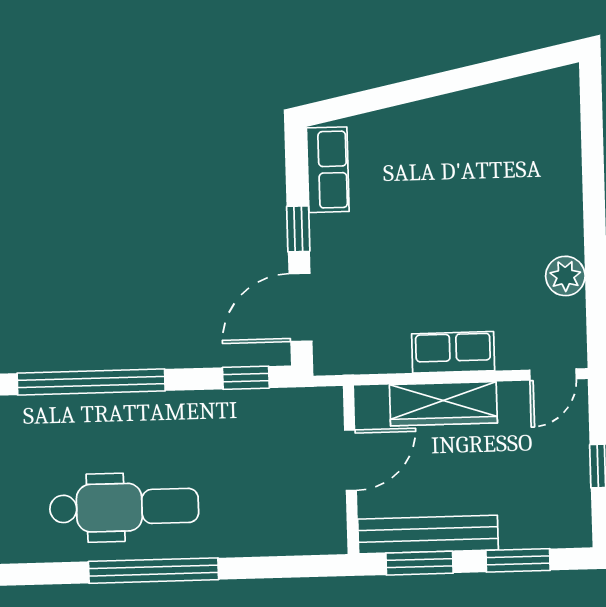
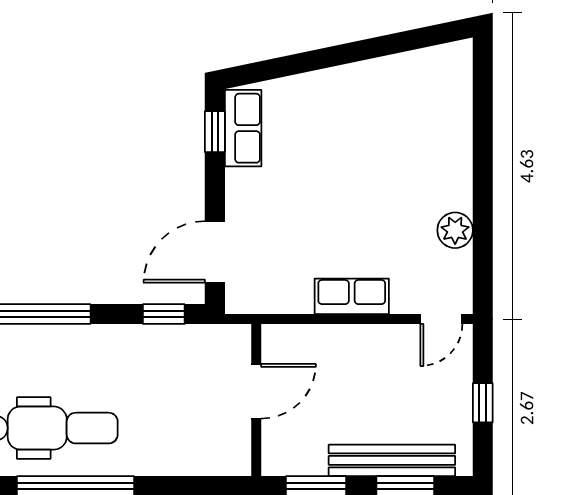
window: (298, 229) -> (215, 132), moved
wardrobe: (443, 404) -> (342, 343), removed
bench: (428, 535) -> (392, 460), moved

